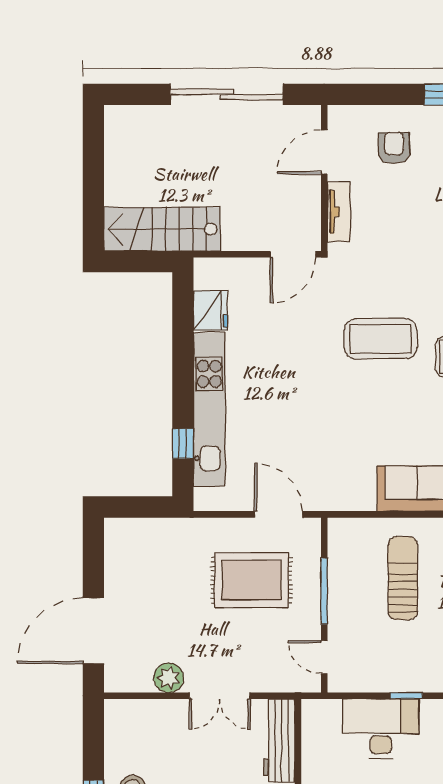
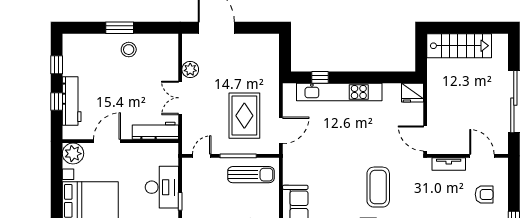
stairs: (162, 229) -> (459, 46), moved, turned 90
fridge: (210, 311) -> (412, 93), moved
sun lounger: (403, 578) -> (251, 175), moved

